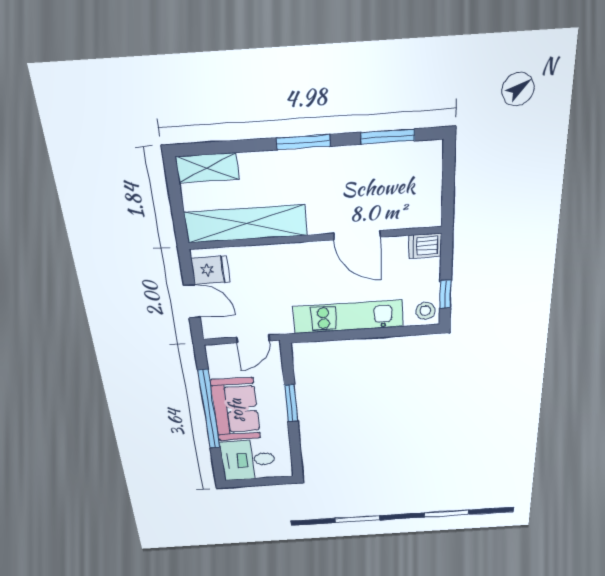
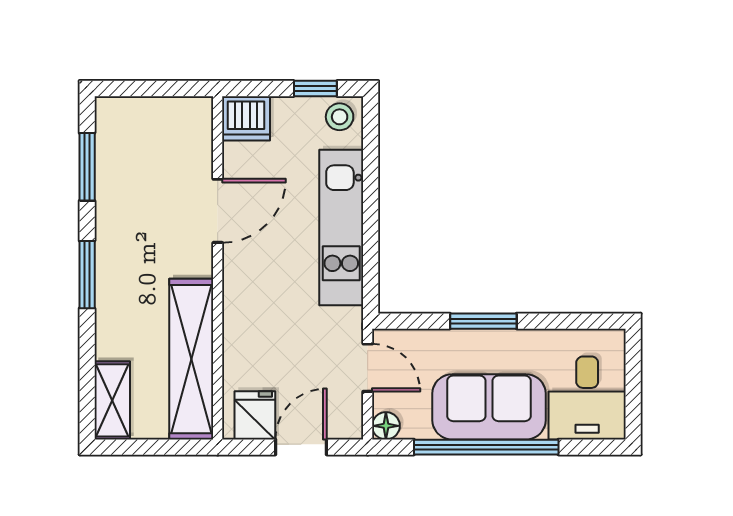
dishwasher: (425, 246) -> (246, 118), width x1.38
floor lamp: (215, 352) -> (386, 426), added

